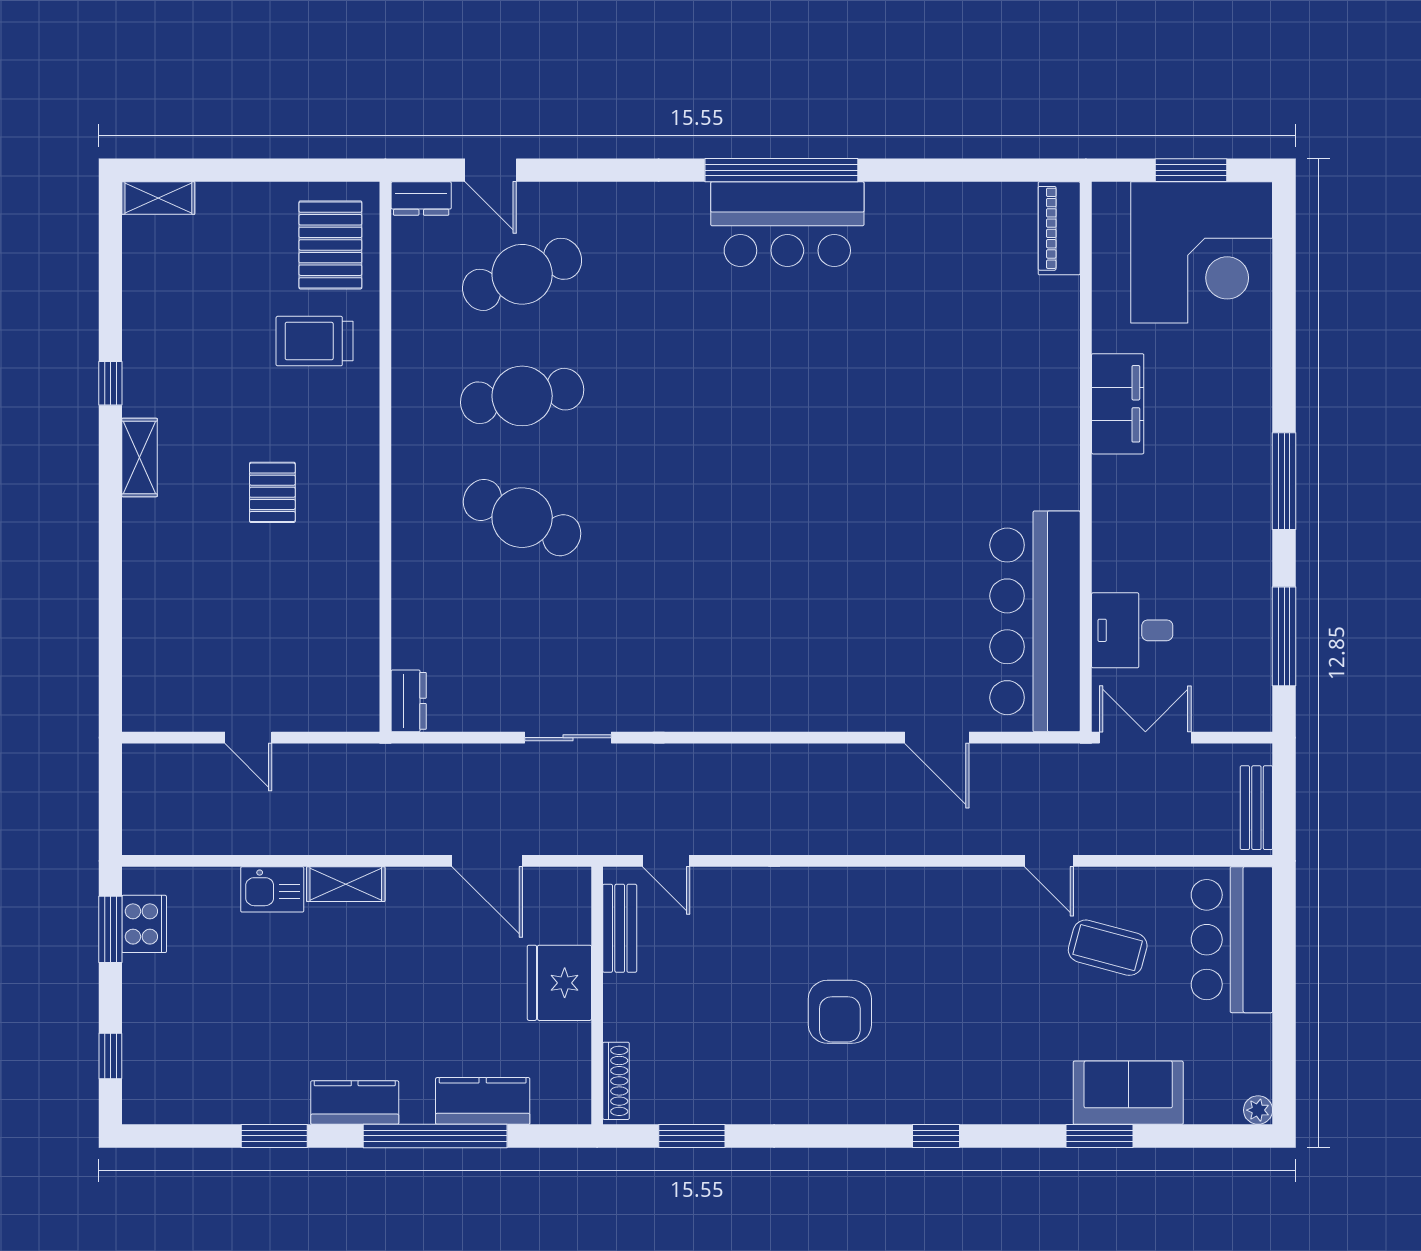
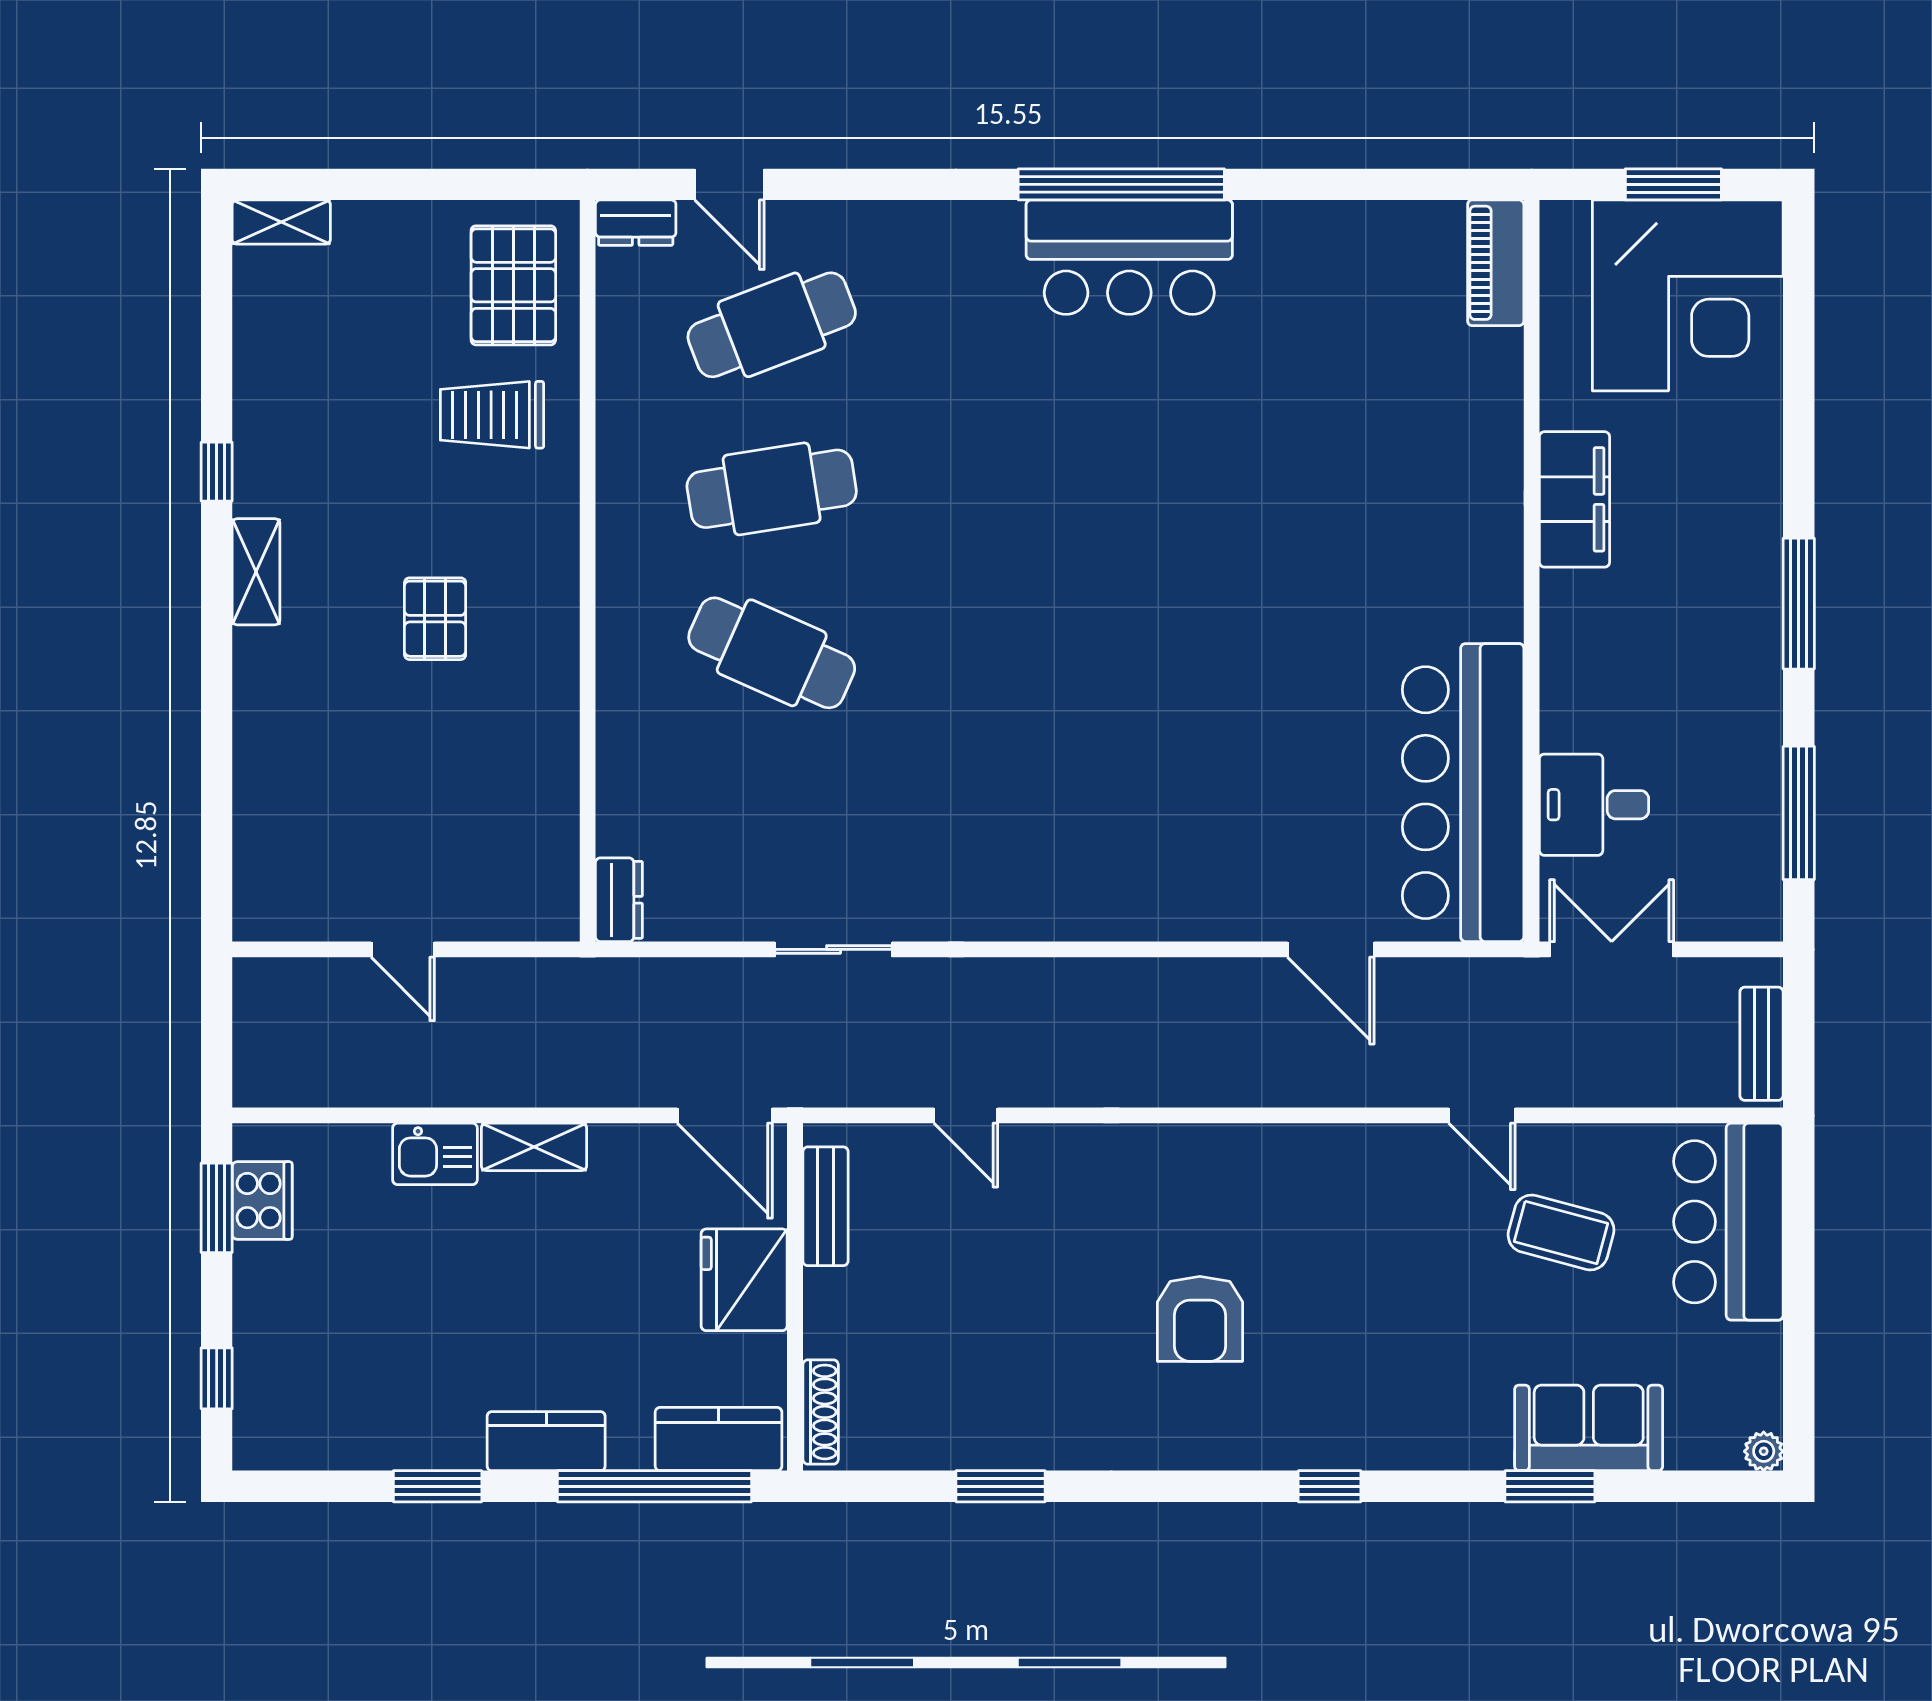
bench: (620, 928) -> (825, 1206), moved
fridge: (559, 983) -> (744, 1280), moved
wall: (597, 996) -> (795, 1297), moved
shoe rack: (616, 1081) -> (821, 1412), moved

